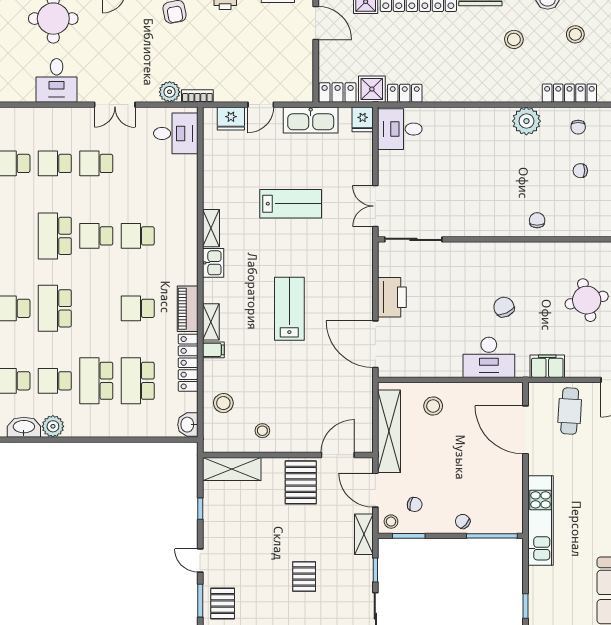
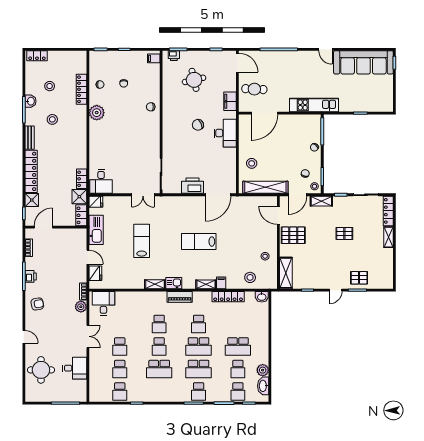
piano: (188, 309) -> (180, 297), moved
school desk: (138, 381) -> (199, 347), moved

